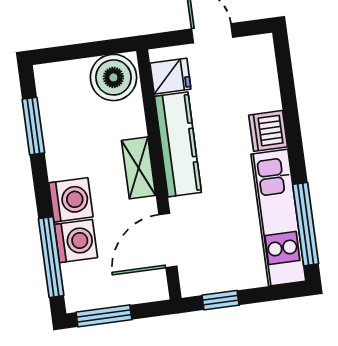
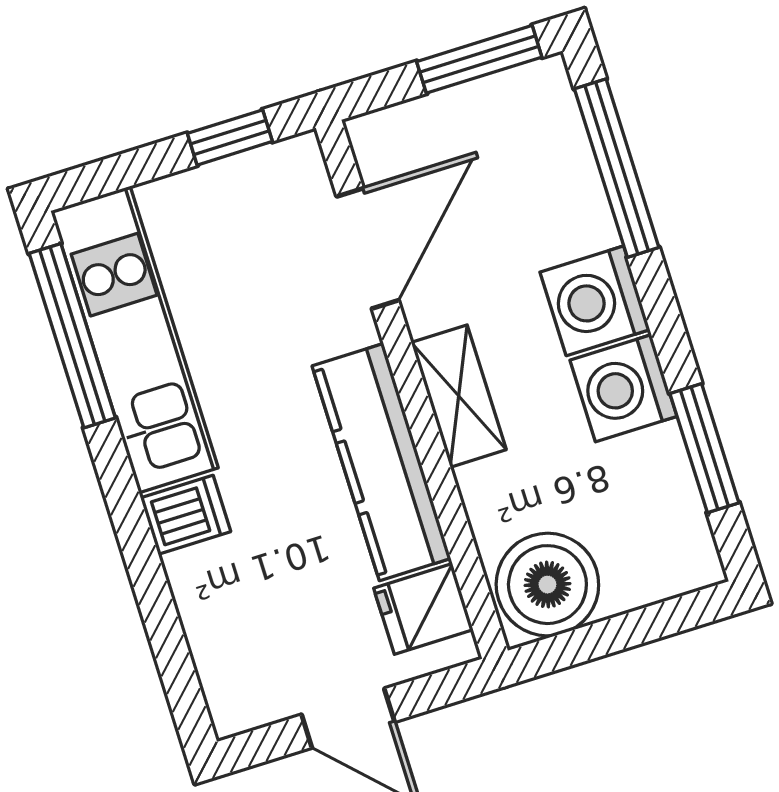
dishwasher: (268, 131) -> (186, 515), width x0.73
washing machine: (76, 241) -> (623, 388), moved

